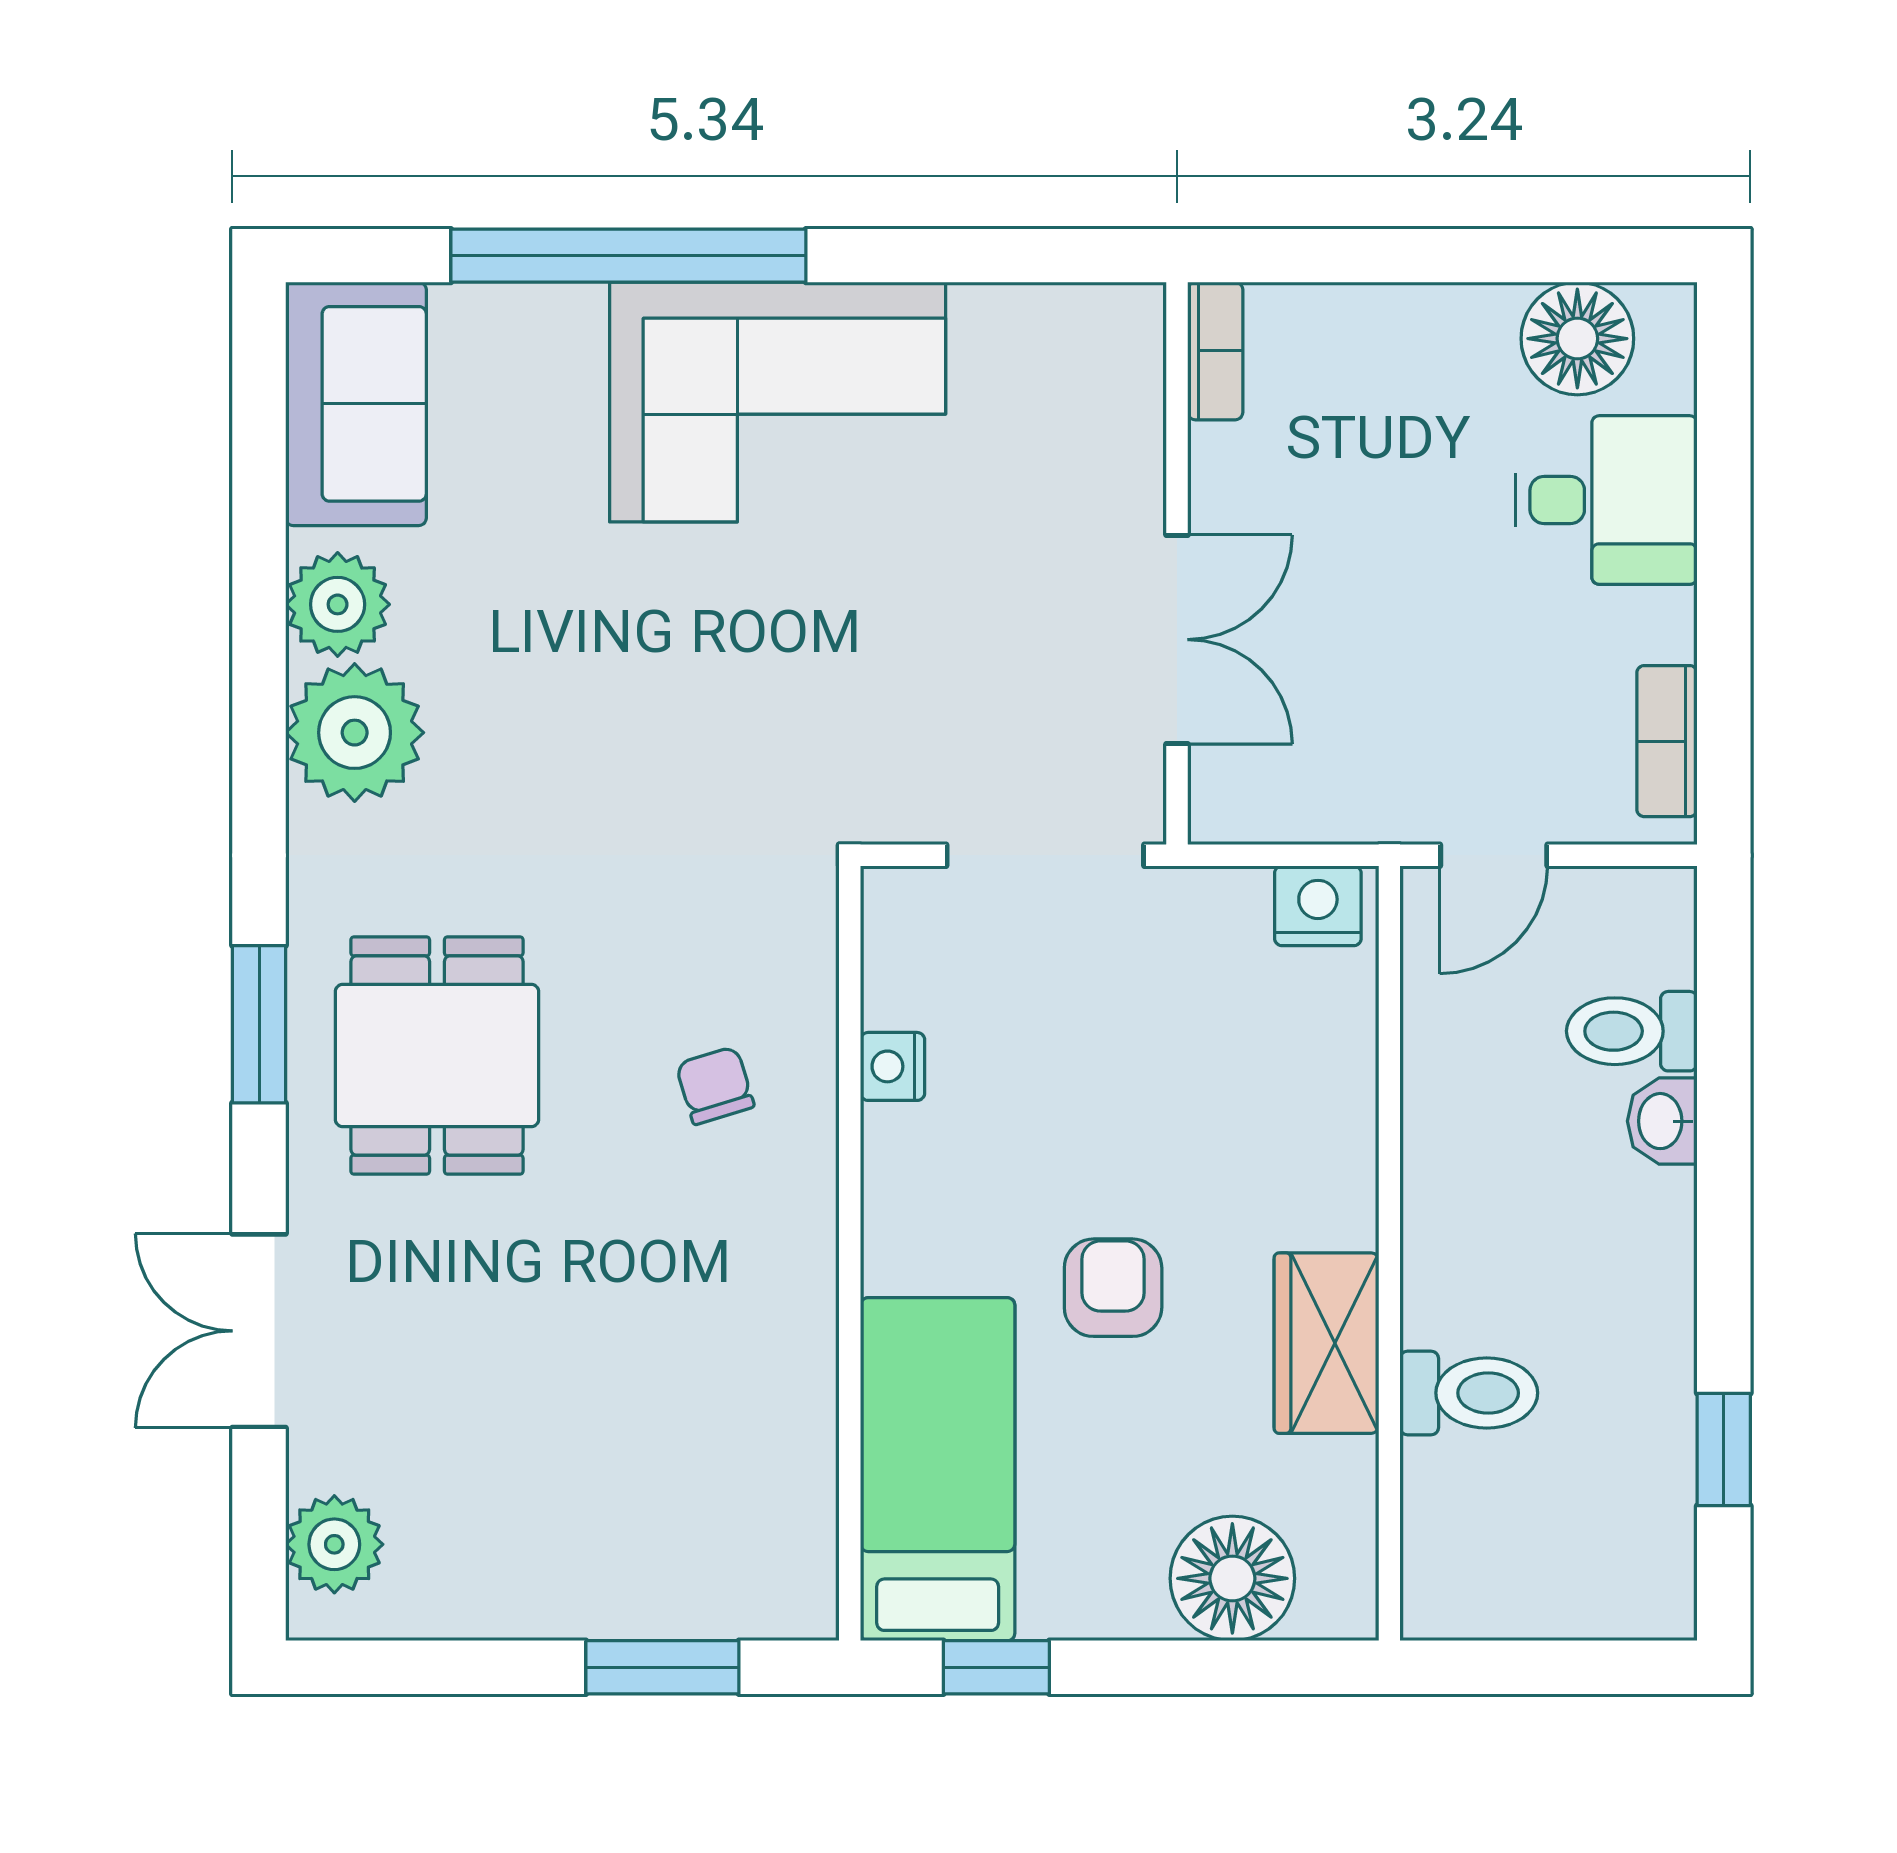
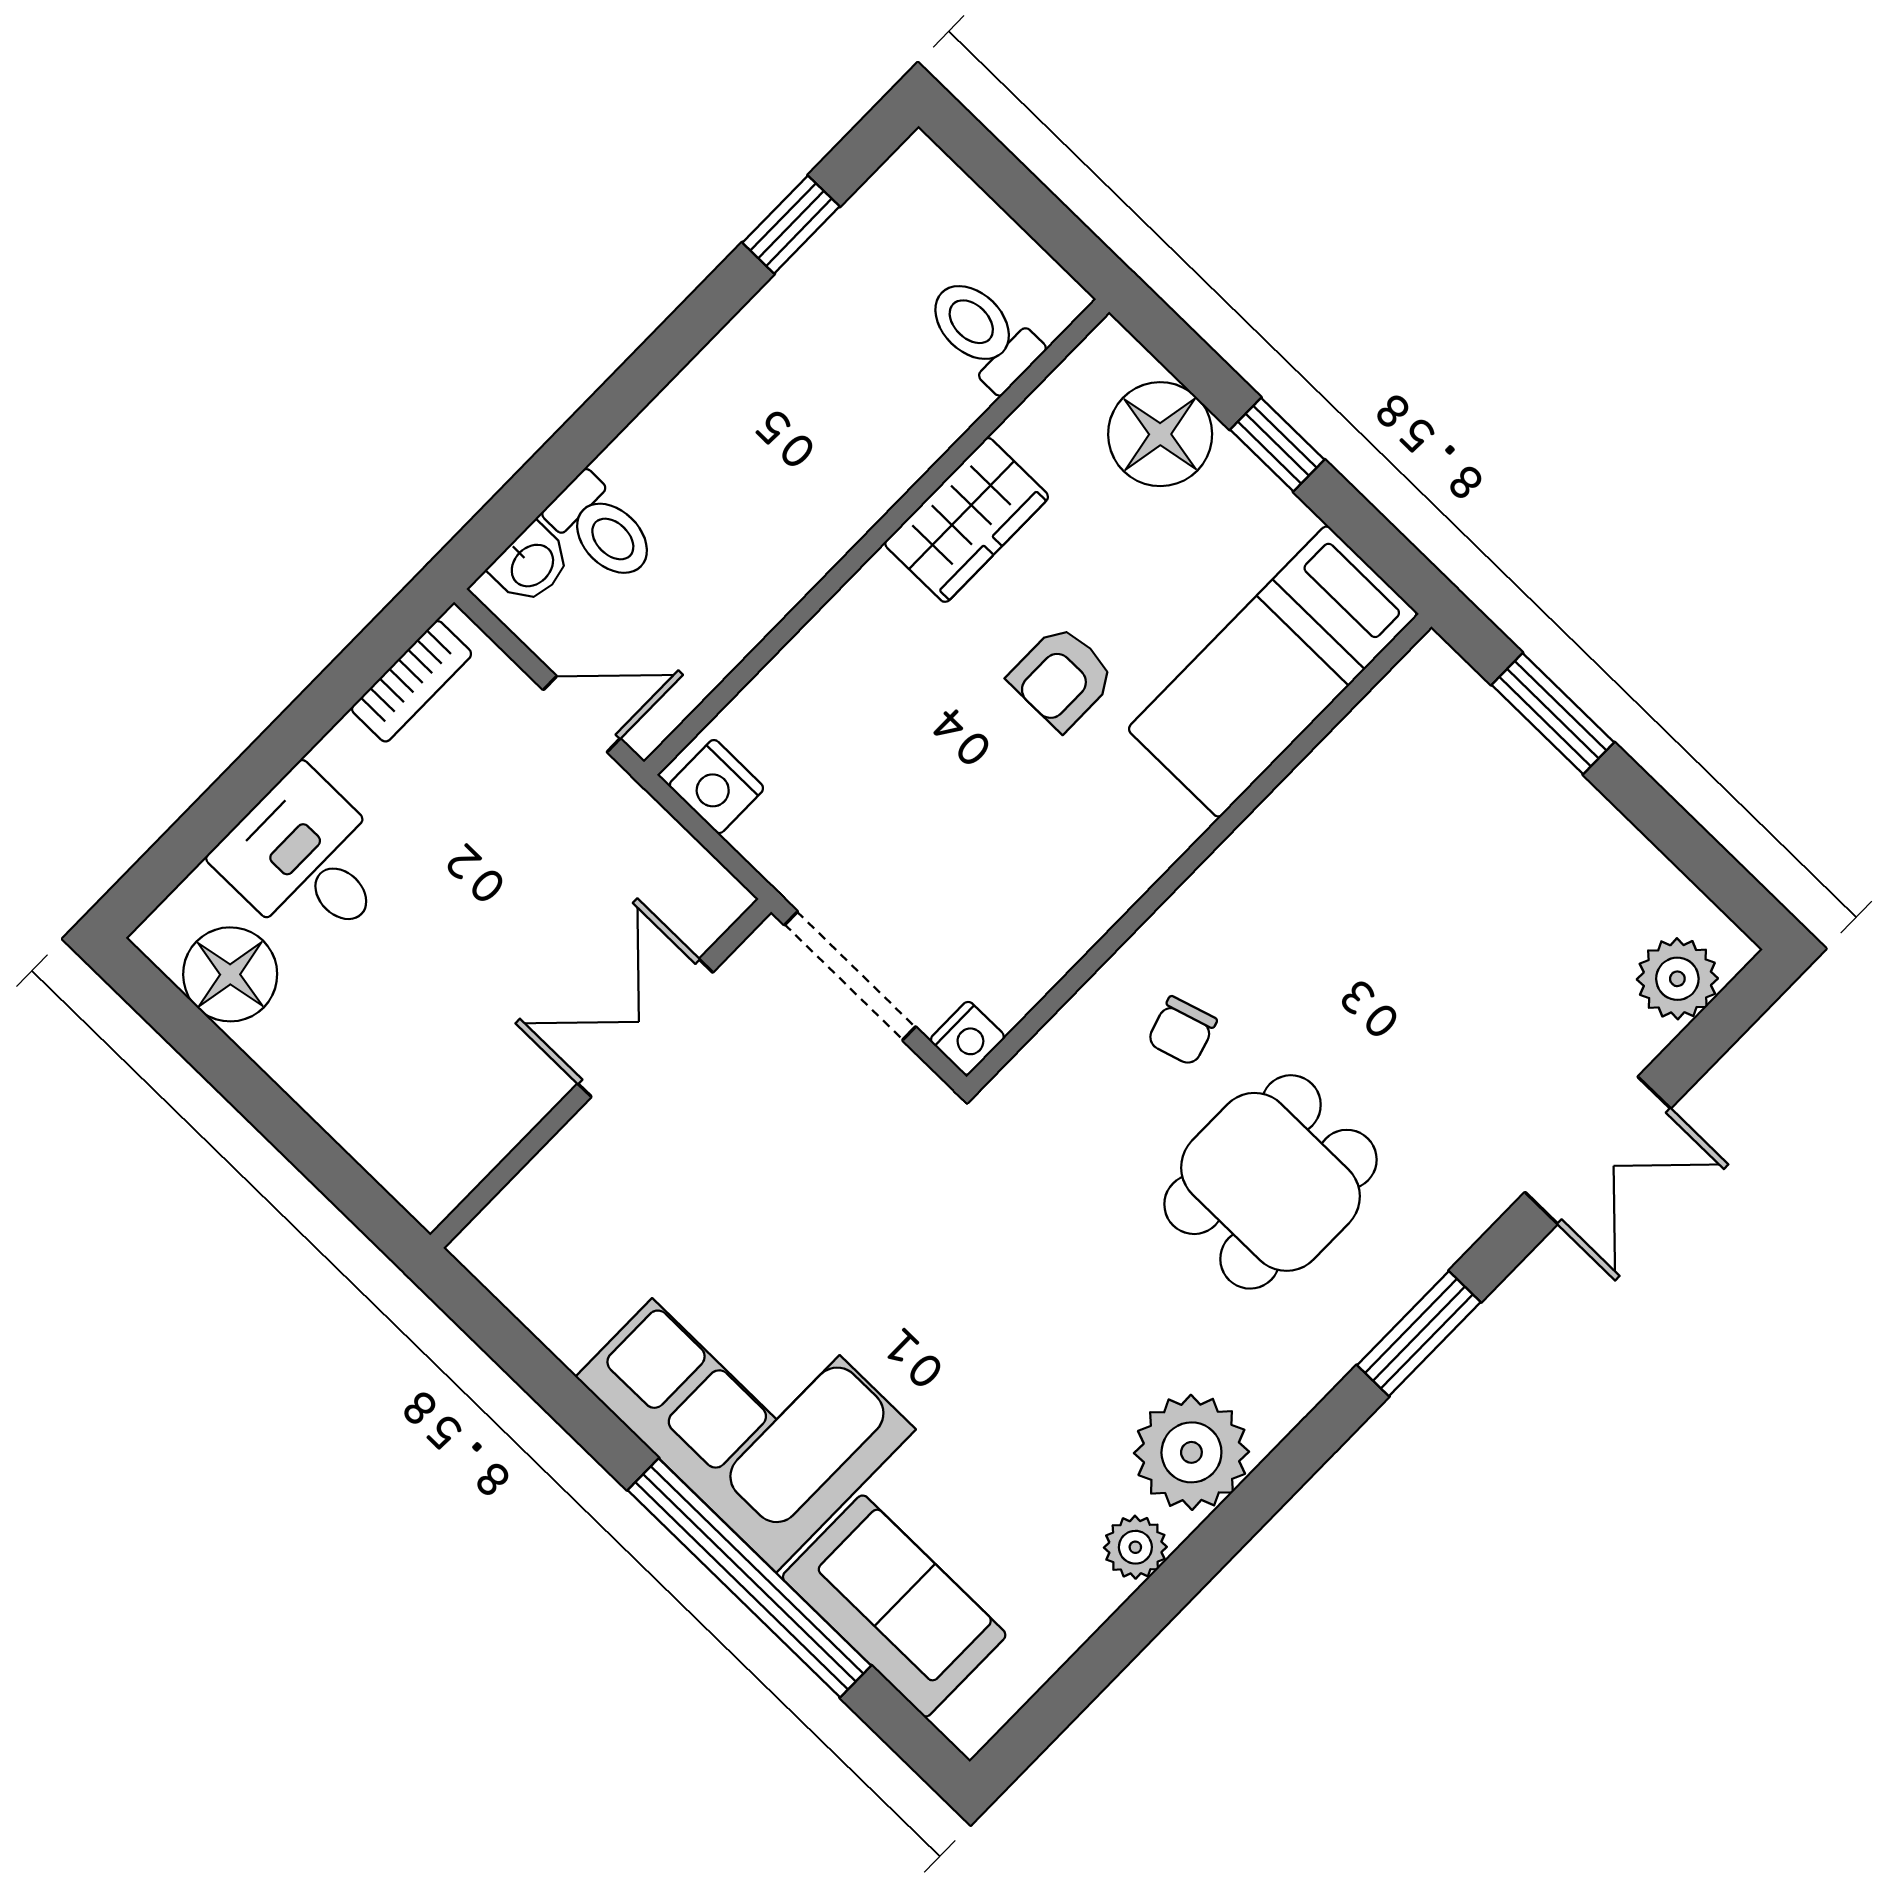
bookcase: (1215, 351) -> (454, 1178), removed
sofa: (356, 404) -> (894, 1606), moved, turned 90
plant: (338, 604) -> (1135, 1547), width x0.73, depth x0.73
dining table: (437, 1055) -> (1270, 1182), moved
nightstand: (893, 1066) -> (967, 1038), moved
washbasin: (1662, 1121) -> (531, 564), moved
toilet: (1469, 1393) -> (983, 333), moved
window: (996, 1667) -> (1277, 445), moved

